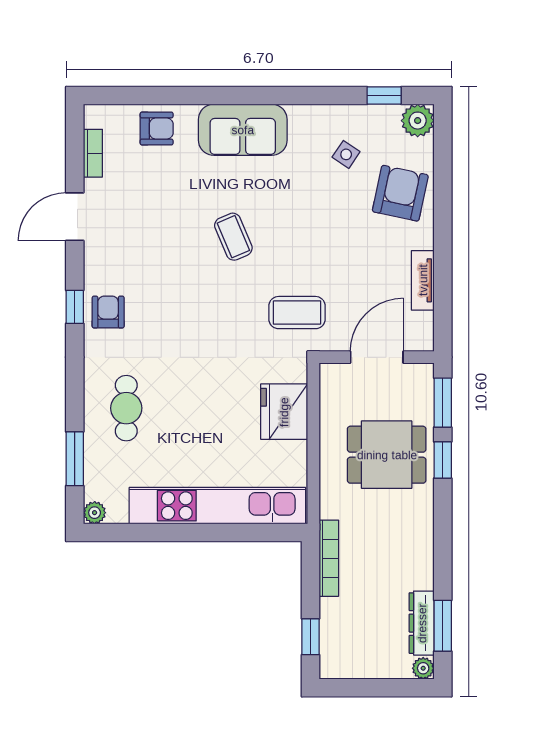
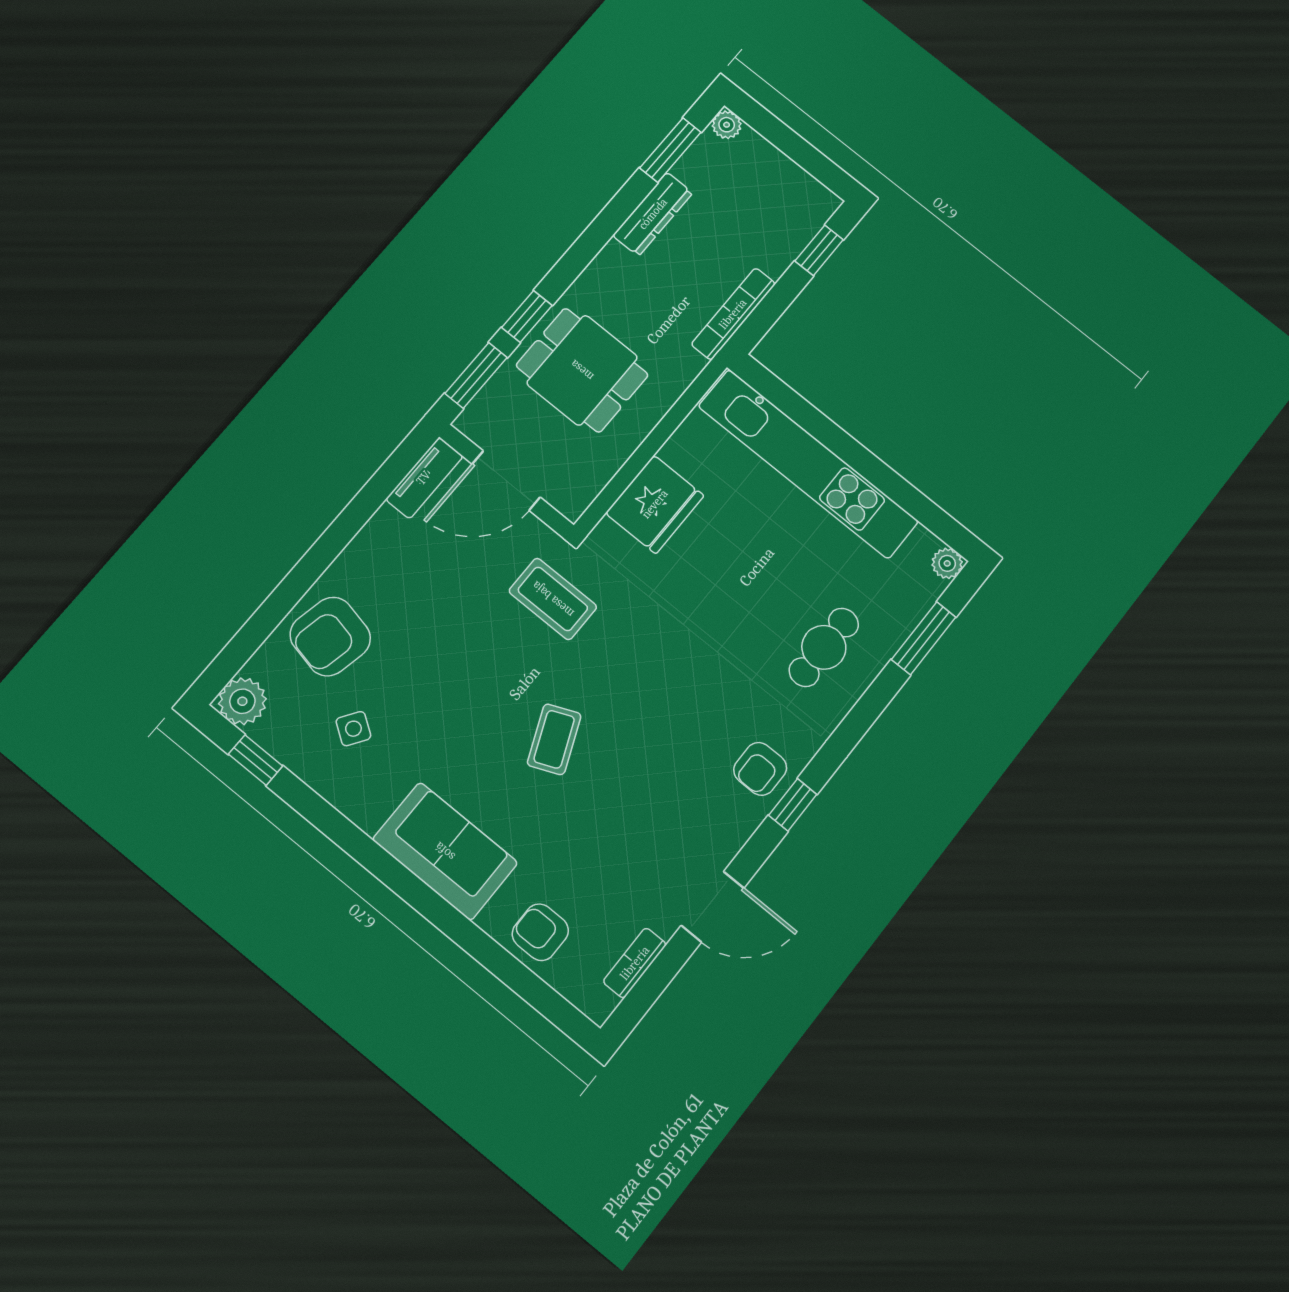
tv unit: (423, 280) -> (424, 478), moved
dresser: (422, 623) -> (653, 214), moved

